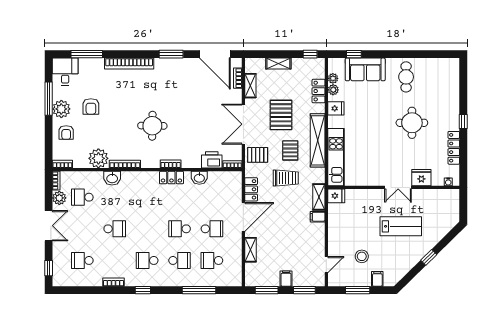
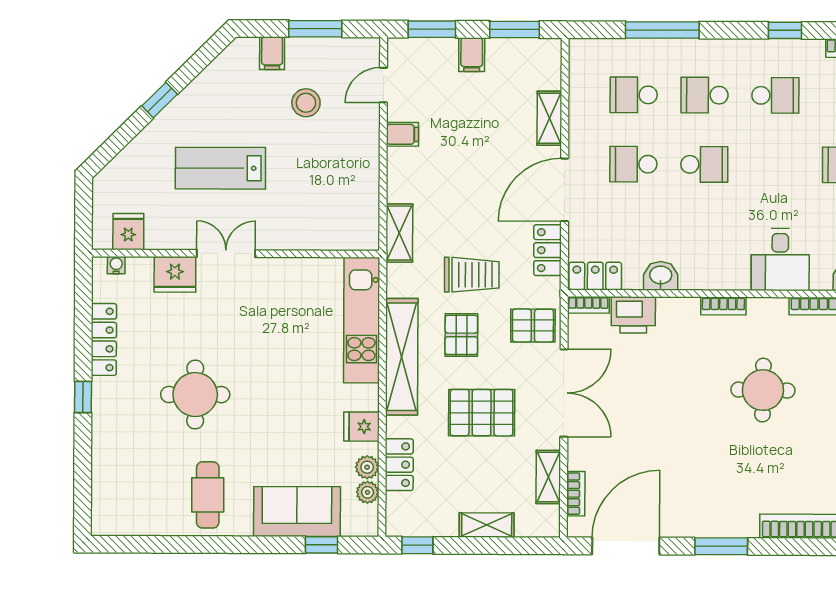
door: (215, 54) -> (626, 546), hinge flipped
pallet: (281, 115) -> (482, 413), turned 90
locker: (171, 178) -> (595, 276), moved
trolley: (286, 178) -> (472, 275), turned 180
desk: (145, 185) -> (780, 260), added
fridge: (336, 196) -> (128, 232), moved, turned 90
filing cabinet: (318, 217) -> (402, 134), moved
school desk: (212, 260) -> (634, 95), turned 180

